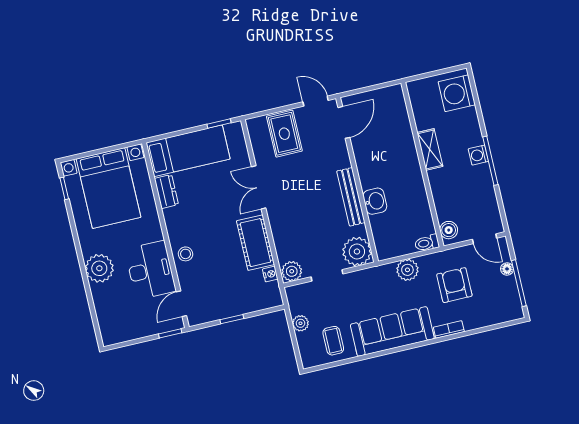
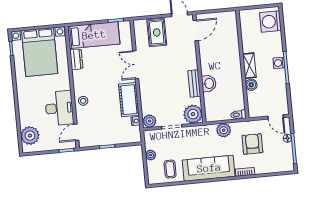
shelving: (430, 149) -> (249, 66), moved
bench: (351, 197) -> (194, 83), width x0.73
boiler: (449, 230) -> (251, 85), moved
plant: (99, 268) -> (30, 136), moved

